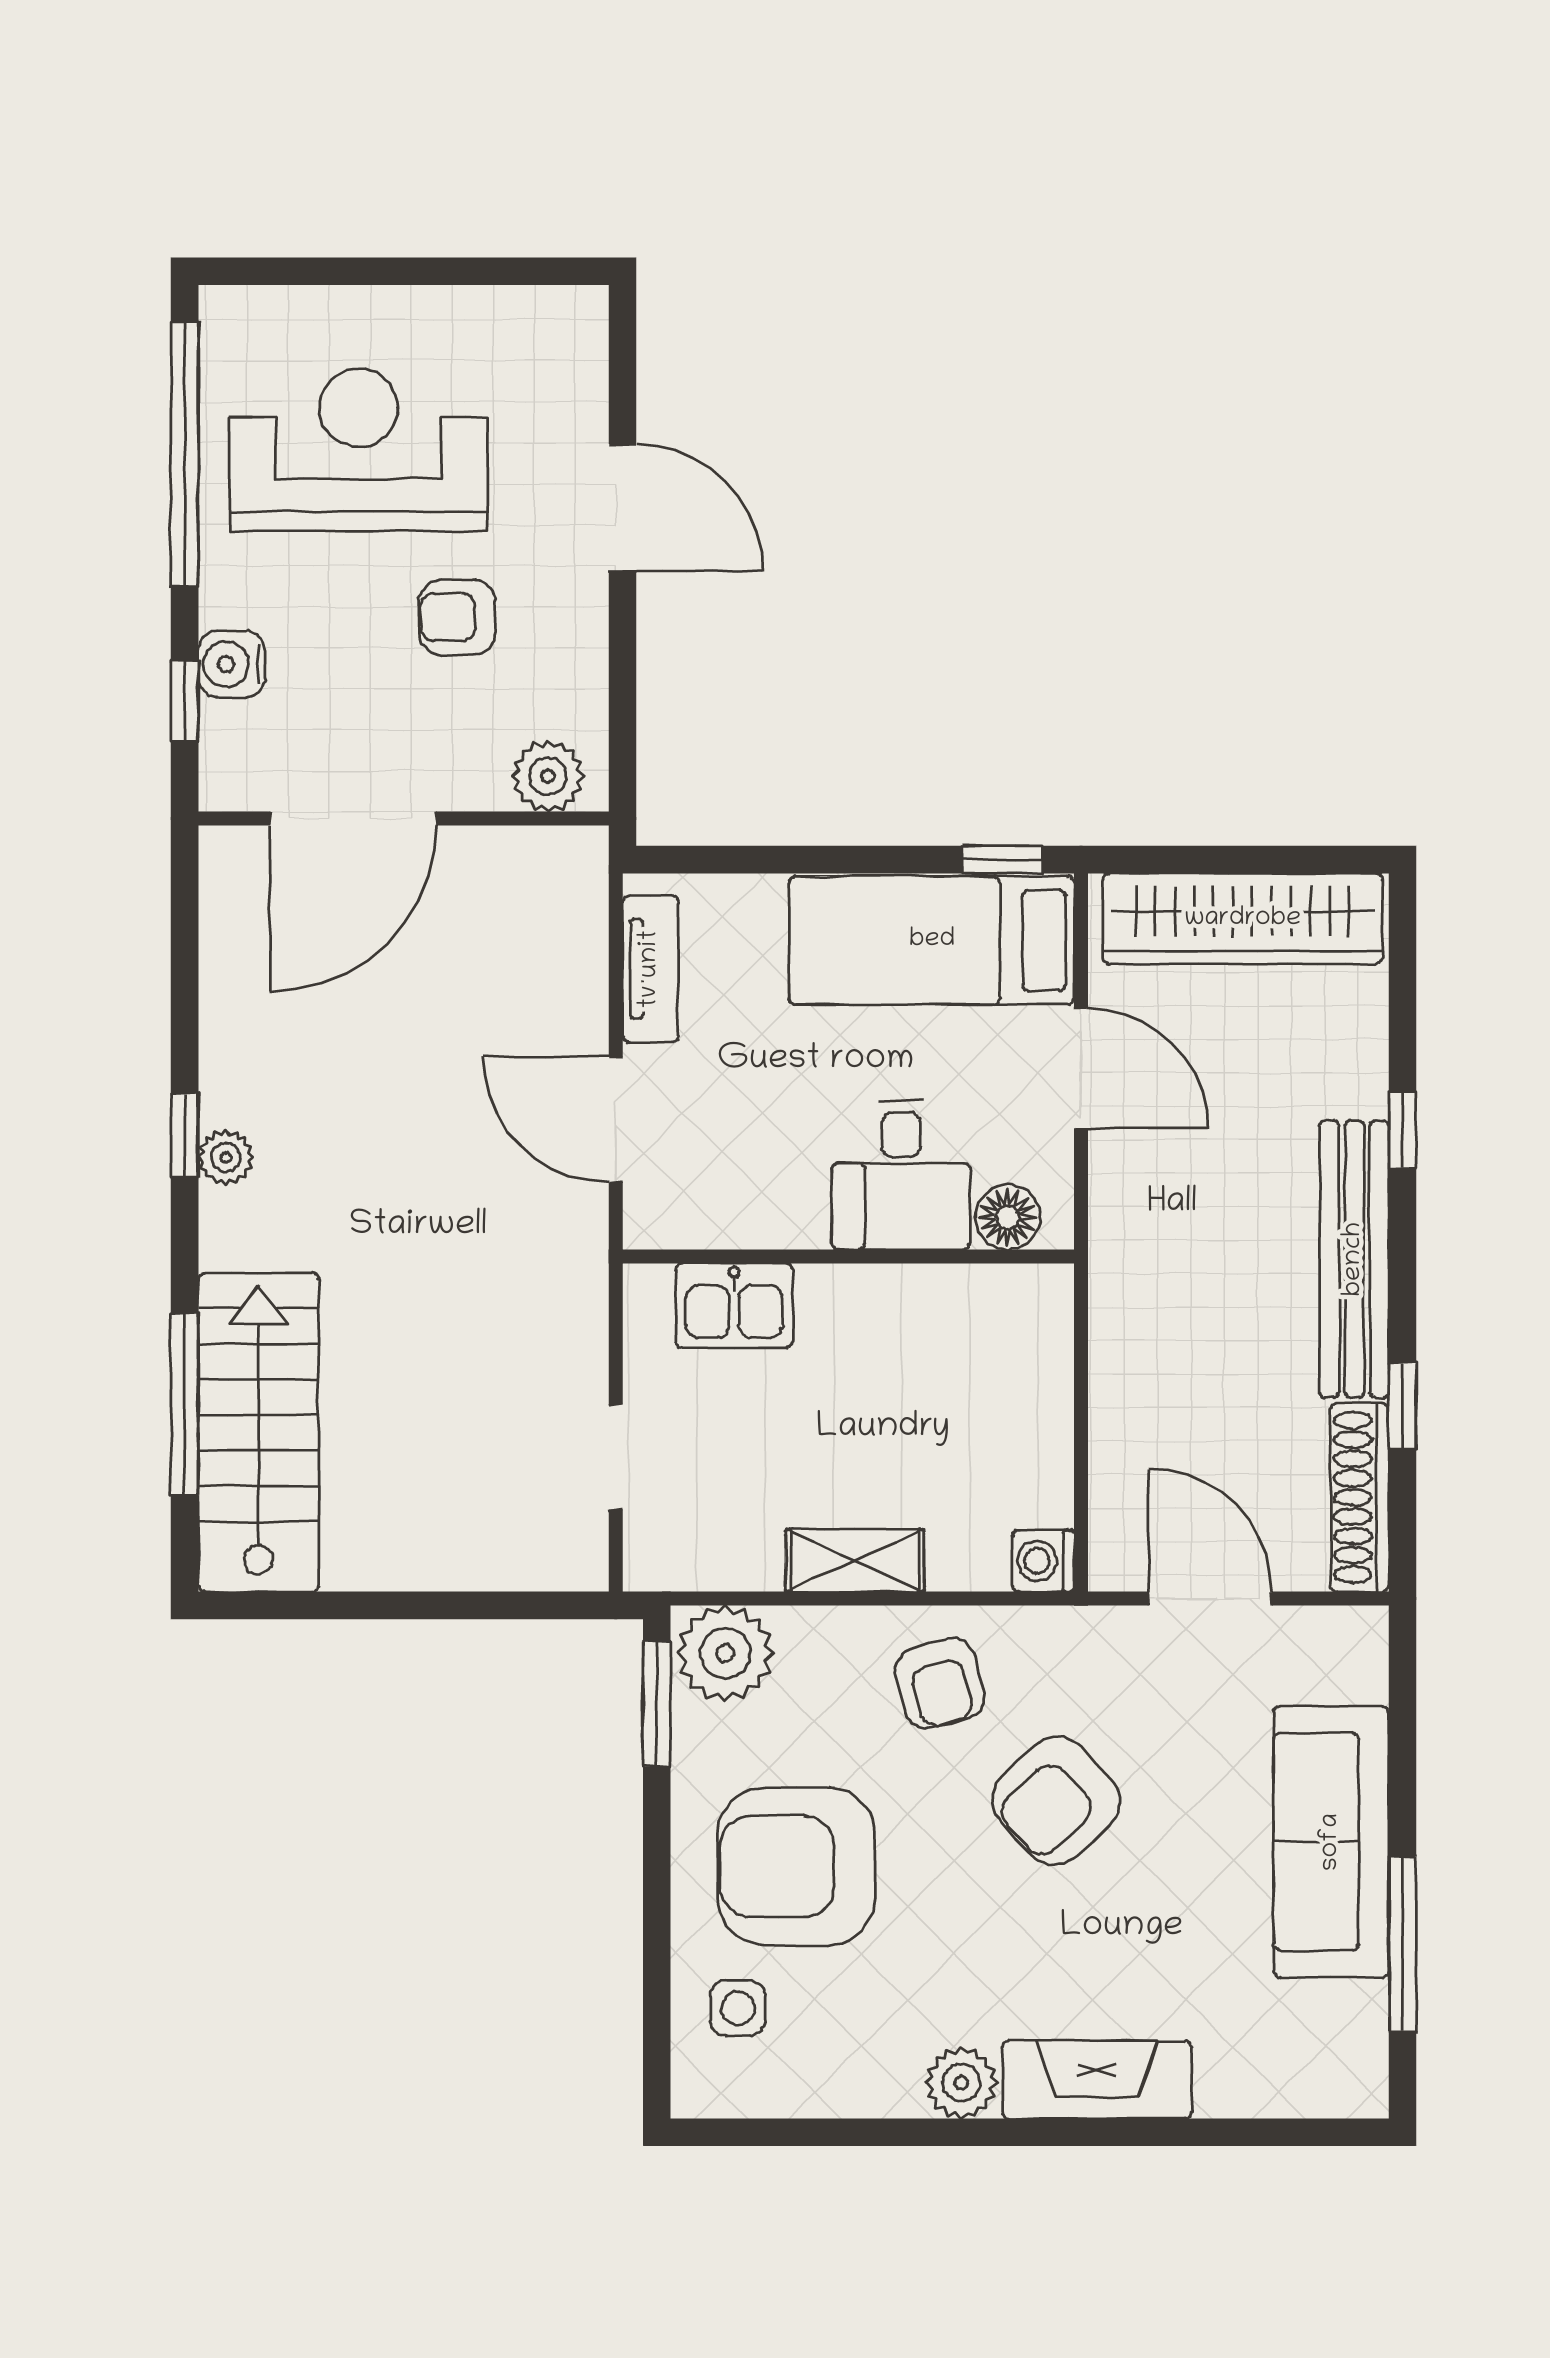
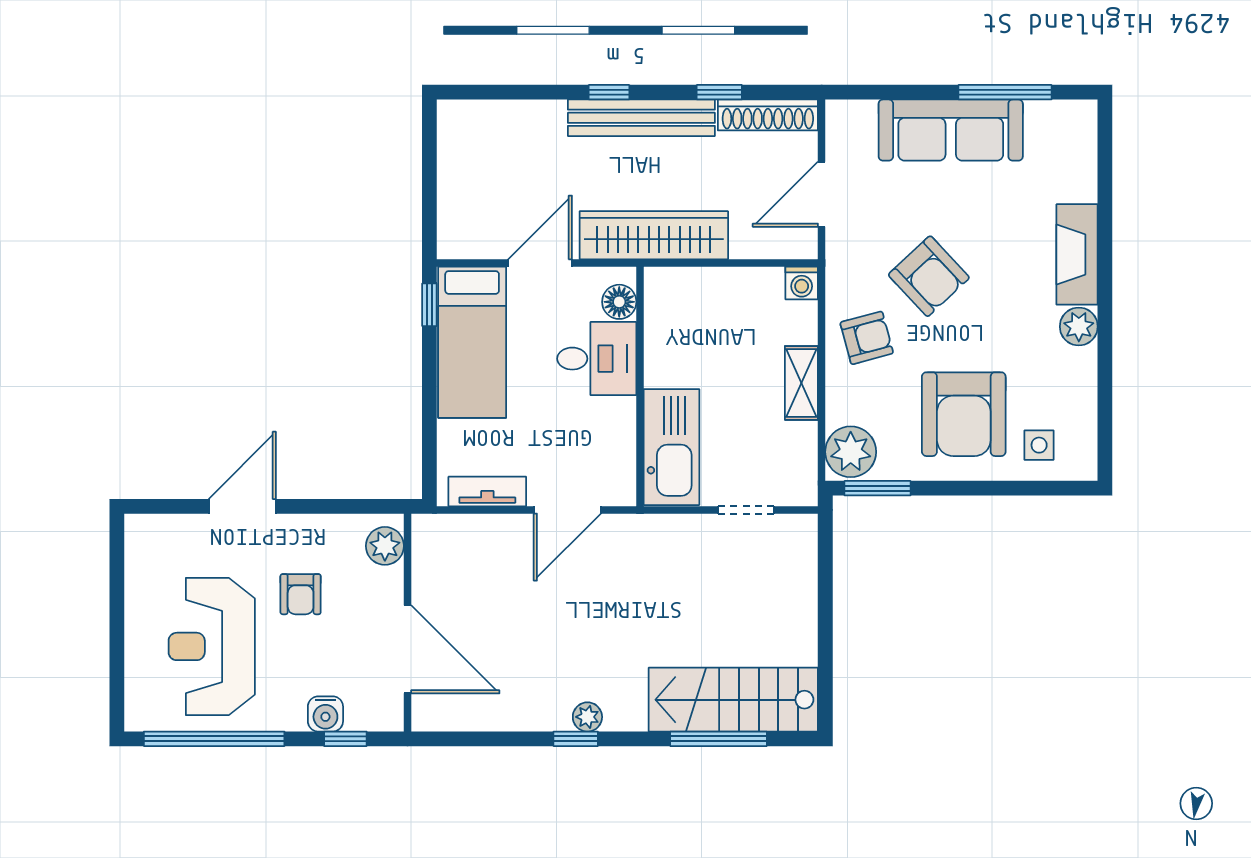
wardrobe: (1243, 919) -> (654, 235), moved, turned -90
window: (1402, 1130) -> (609, 92), moved
kitchen sink: (734, 1306) -> (671, 447), width x1.87, depth x1.24

